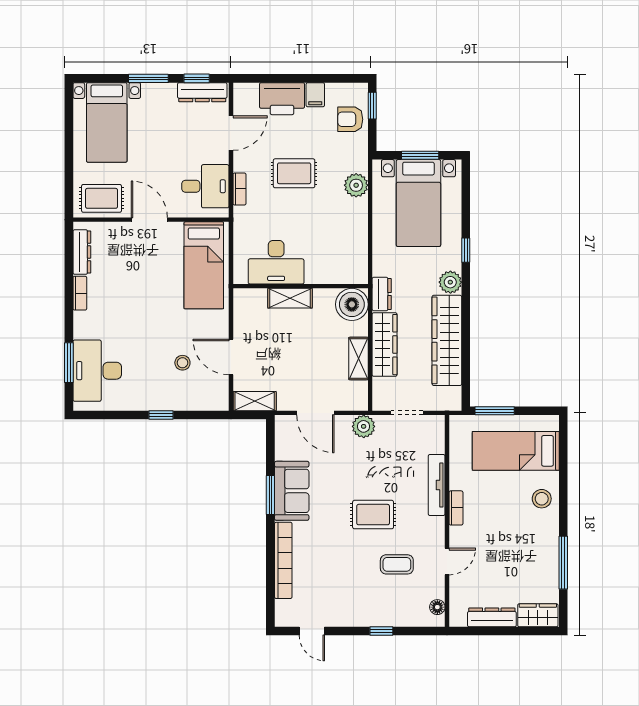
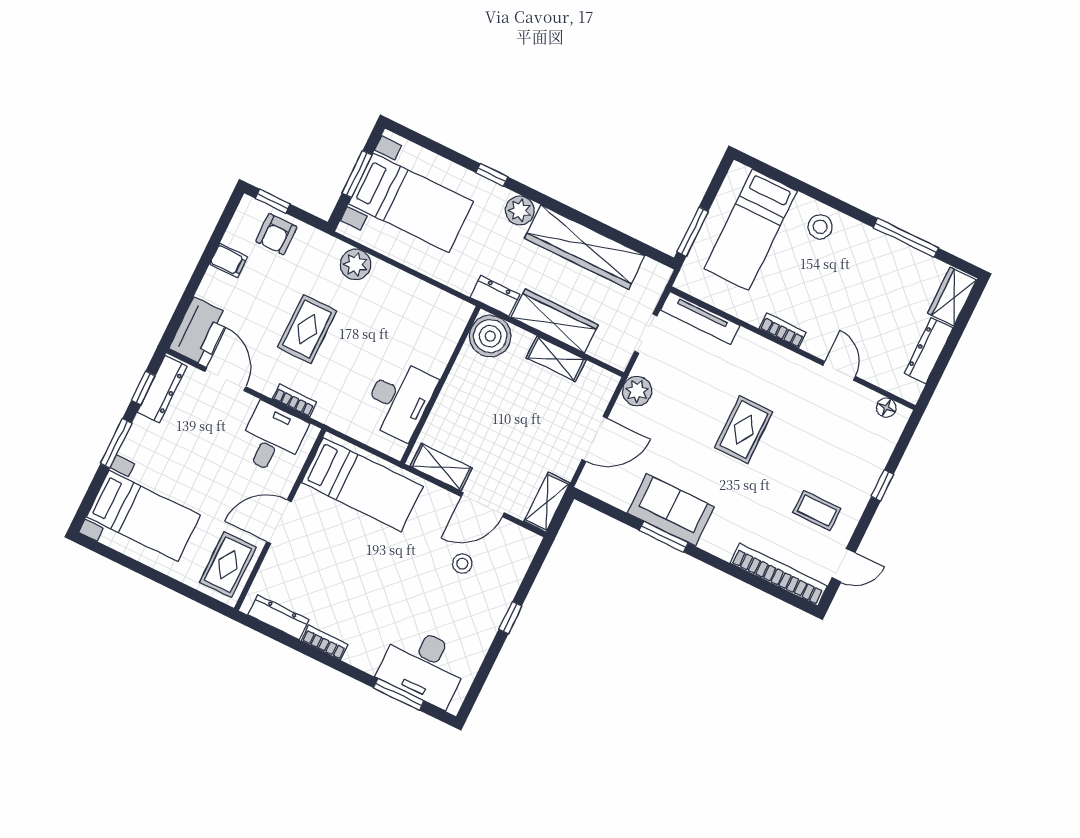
printer: (282, 99) -> (200, 332), moved
shelving: (290, 298) -> (441, 467), moved, turned 90
tv unit: (437, 485) -> (700, 318), moved
bookcase: (283, 560) -> (779, 574), moved
coffee table: (397, 564) -> (817, 511), moved, turned 90

